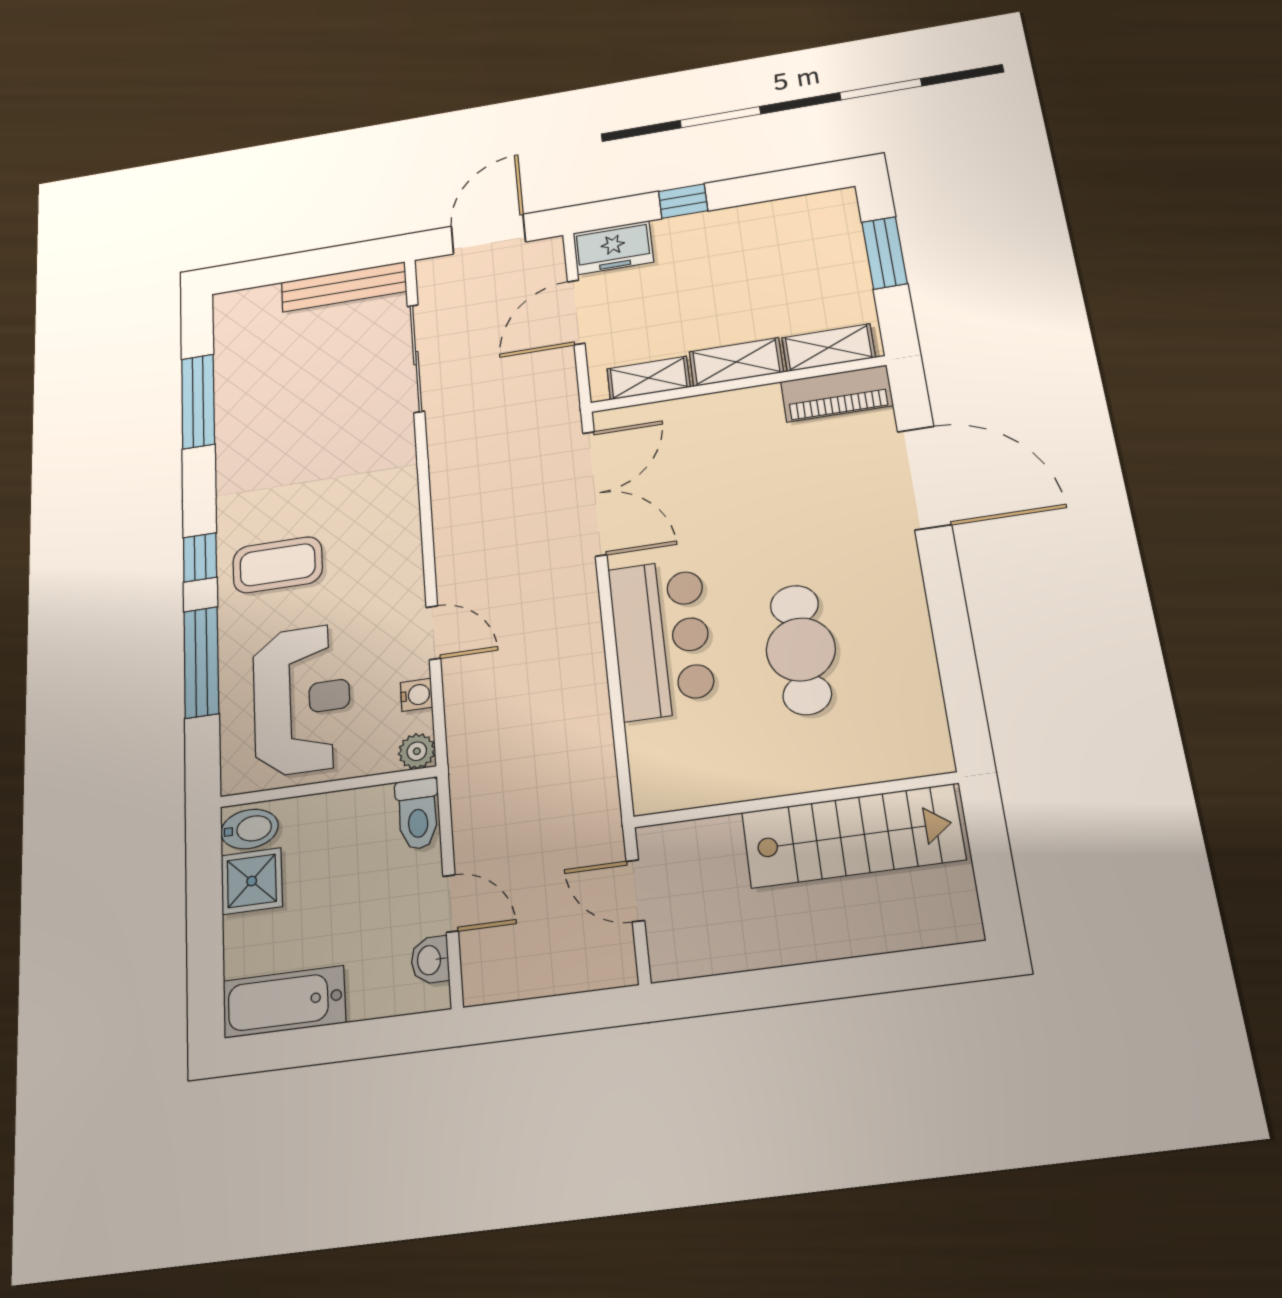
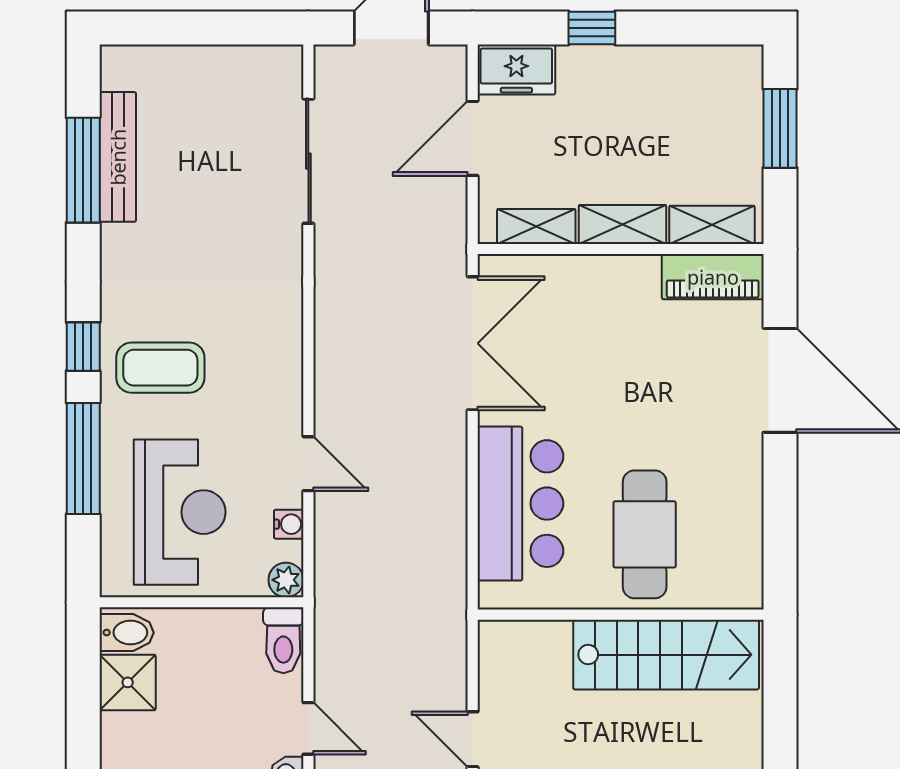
bench: (344, 287) -> (118, 157), moved, turned 90
wall: (795, 800) -> (621, 615), moved
stairs: (853, 836) -> (666, 655), moved

